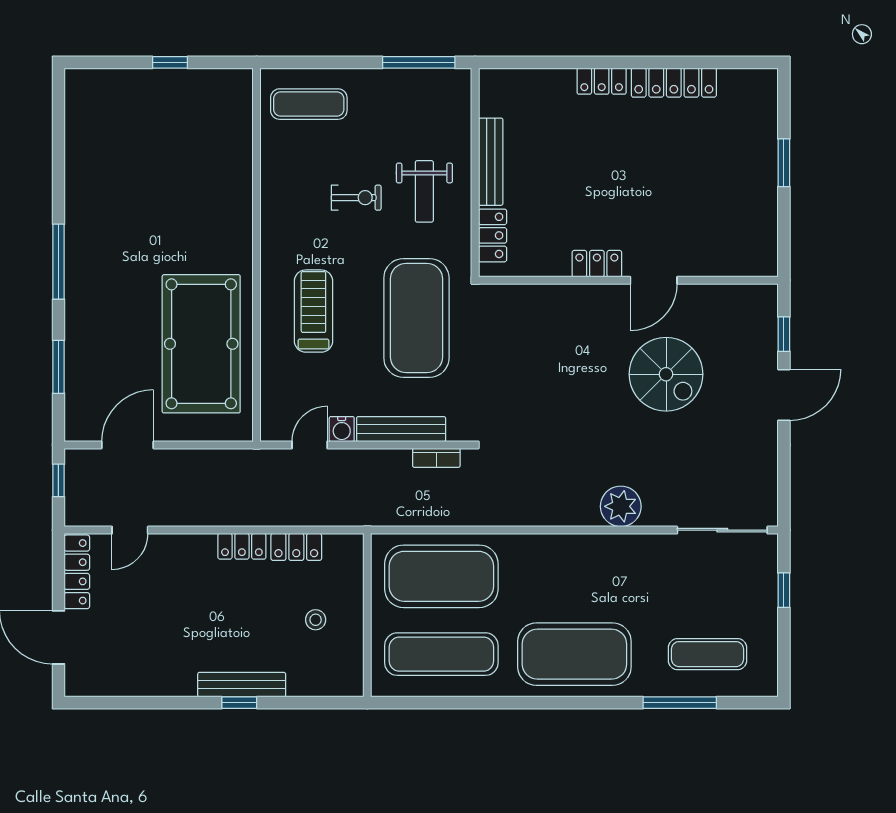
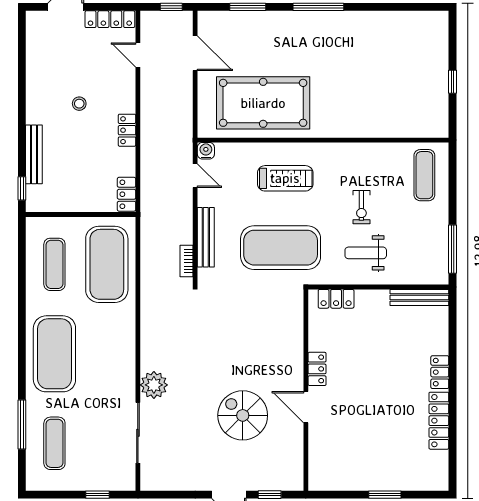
bench: (491, 162) -> (419, 298), moved
spiral stairs: (666, 374) -> (243, 415), turned 90
water cooler: (342, 429) -> (206, 151), moved, turned 90
sliding door: (722, 530) -> (138, 433), moved
locker: (296, 547) -> (127, 194), moved
stool: (316, 620) -> (79, 104), moved
exercise mat: (441, 654) -> (54, 264), width x0.73, depth x0.69
bench: (242, 685) -> (34, 154), moved
window: (239, 703) -> (22, 188), moved

